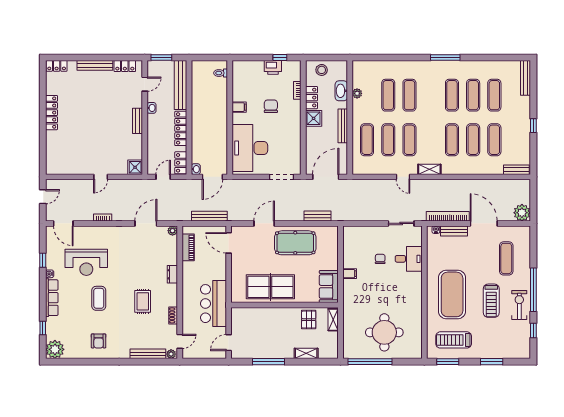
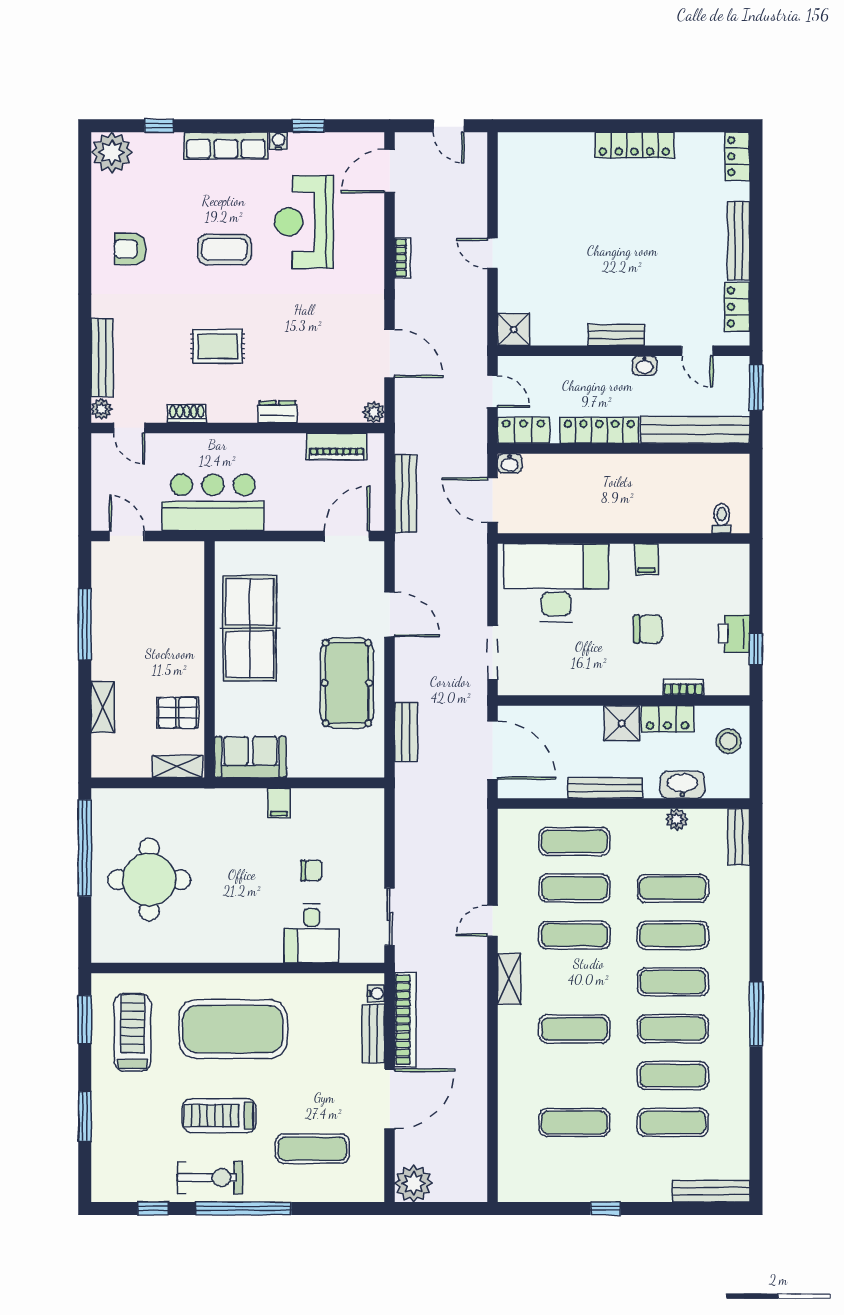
exercise mat: (473, 140) -> (673, 982), moved
bench: (516, 170) -> (739, 837), moved

